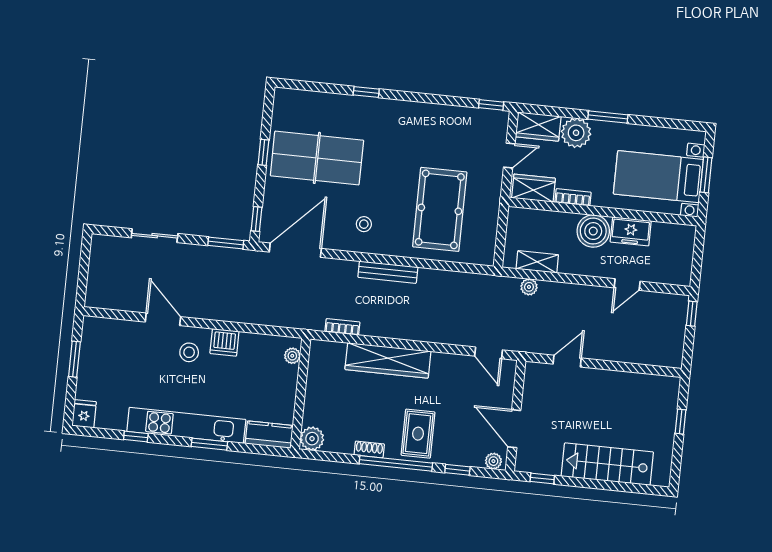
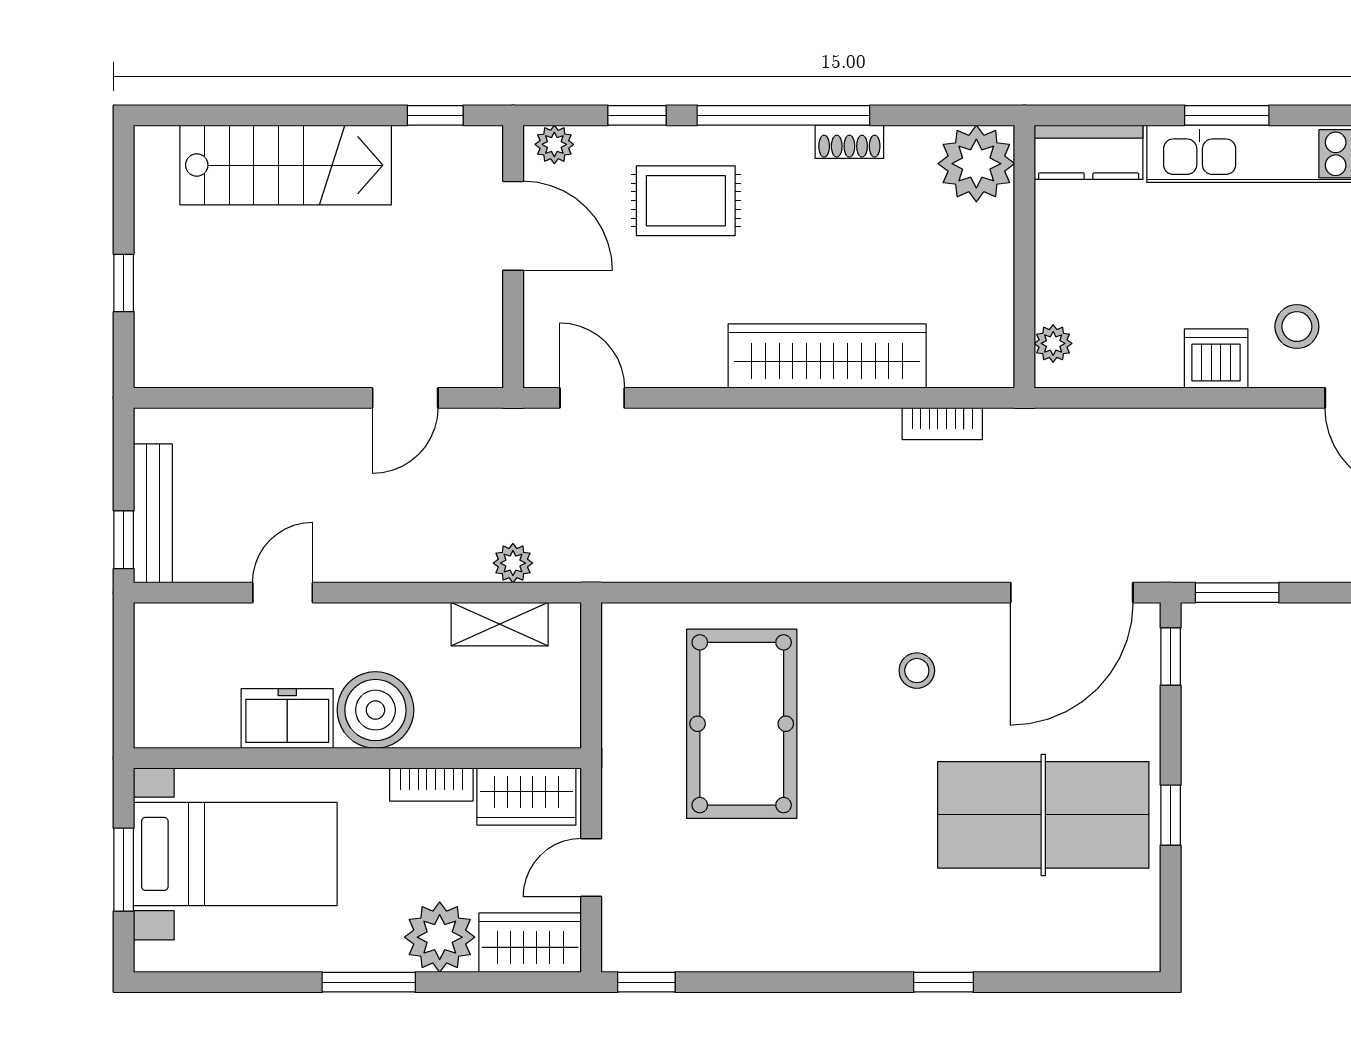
bench: (388, 272) -> (153, 513), moved, turned 90
rug: (418, 434) -> (686, 201), moved, turned 90
plant: (312, 439) -> (976, 164), width x1.36, depth x1.36

